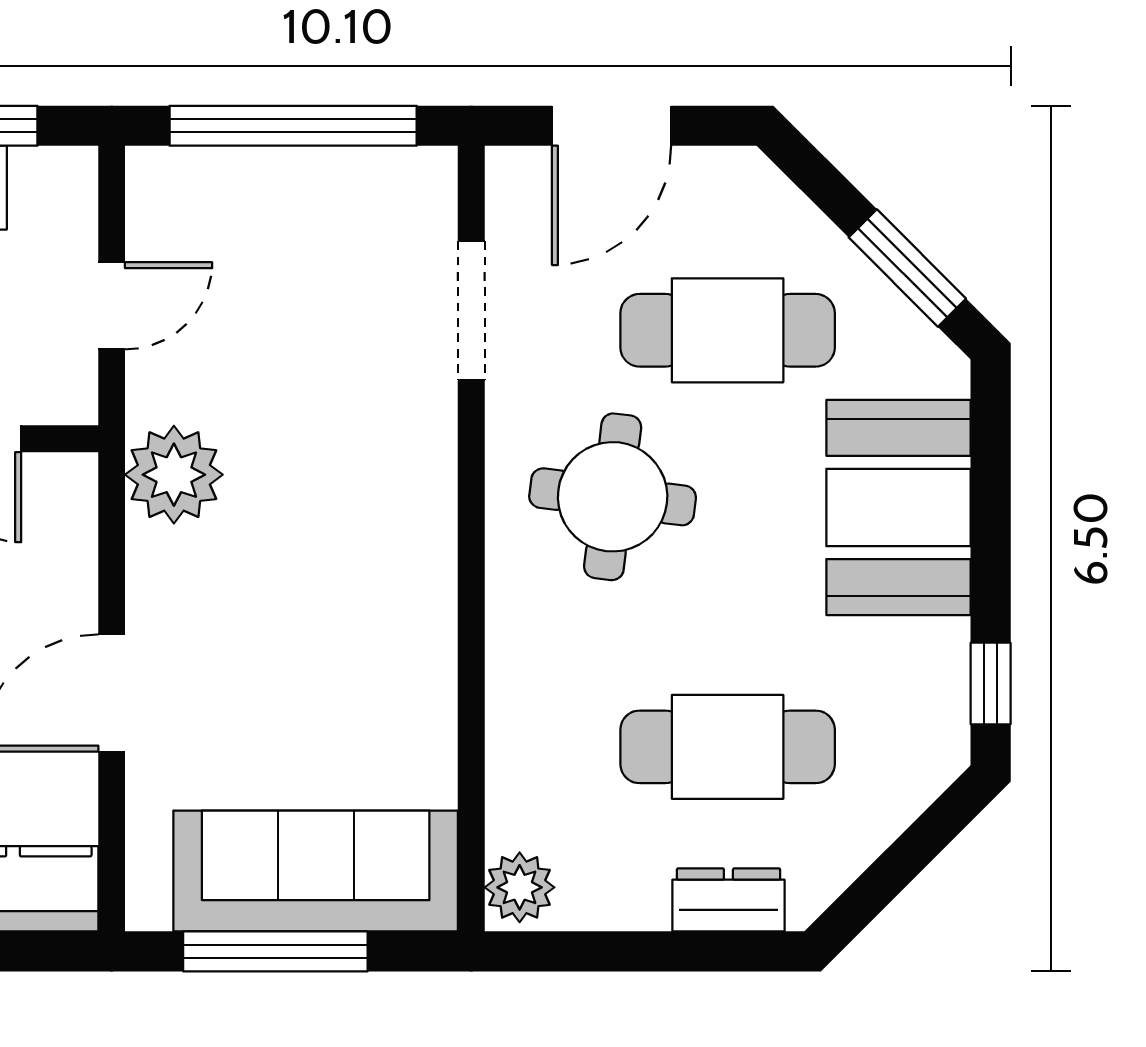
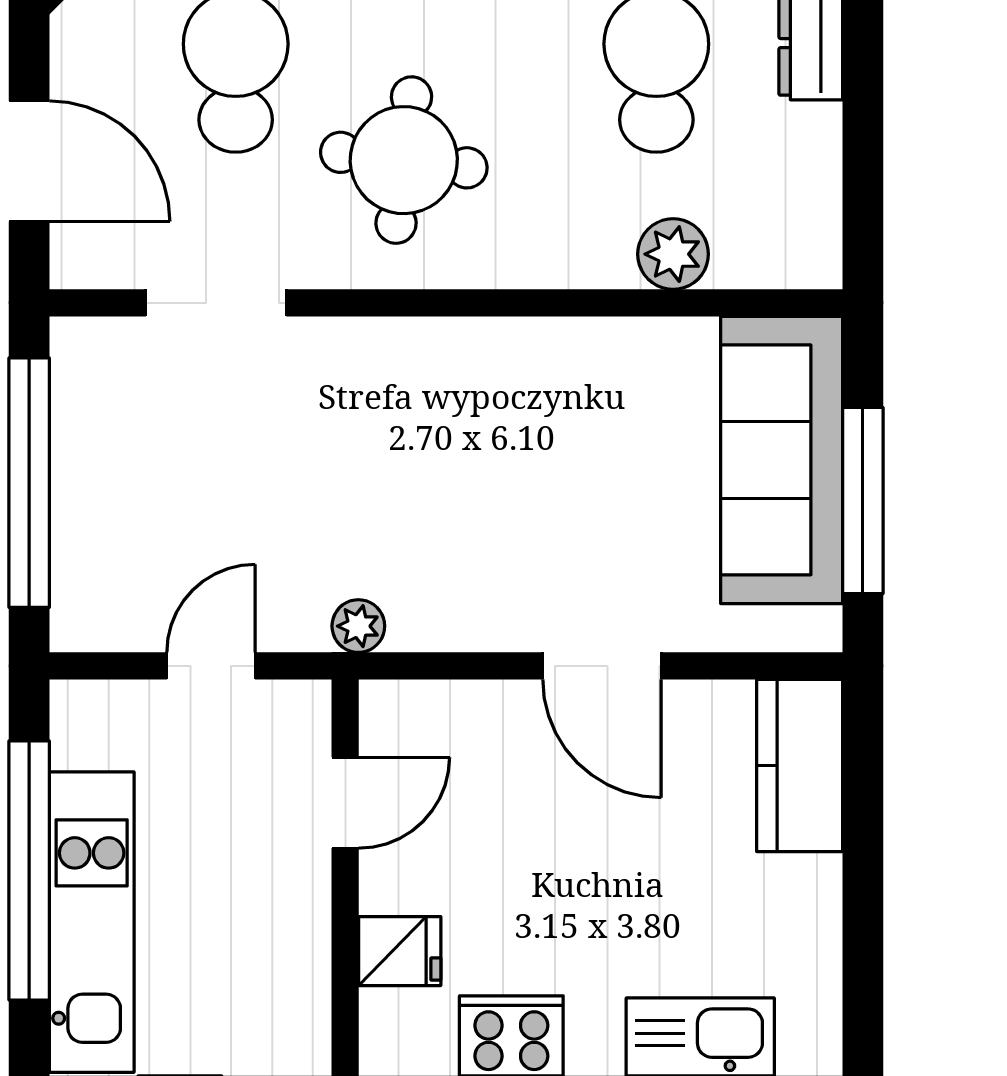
door: (112, 306) -> (211, 666), hinge flipped
plant: (174, 475) -> (358, 626), width x0.53, depth x0.53
plant: (520, 887) -> (673, 254), moved

